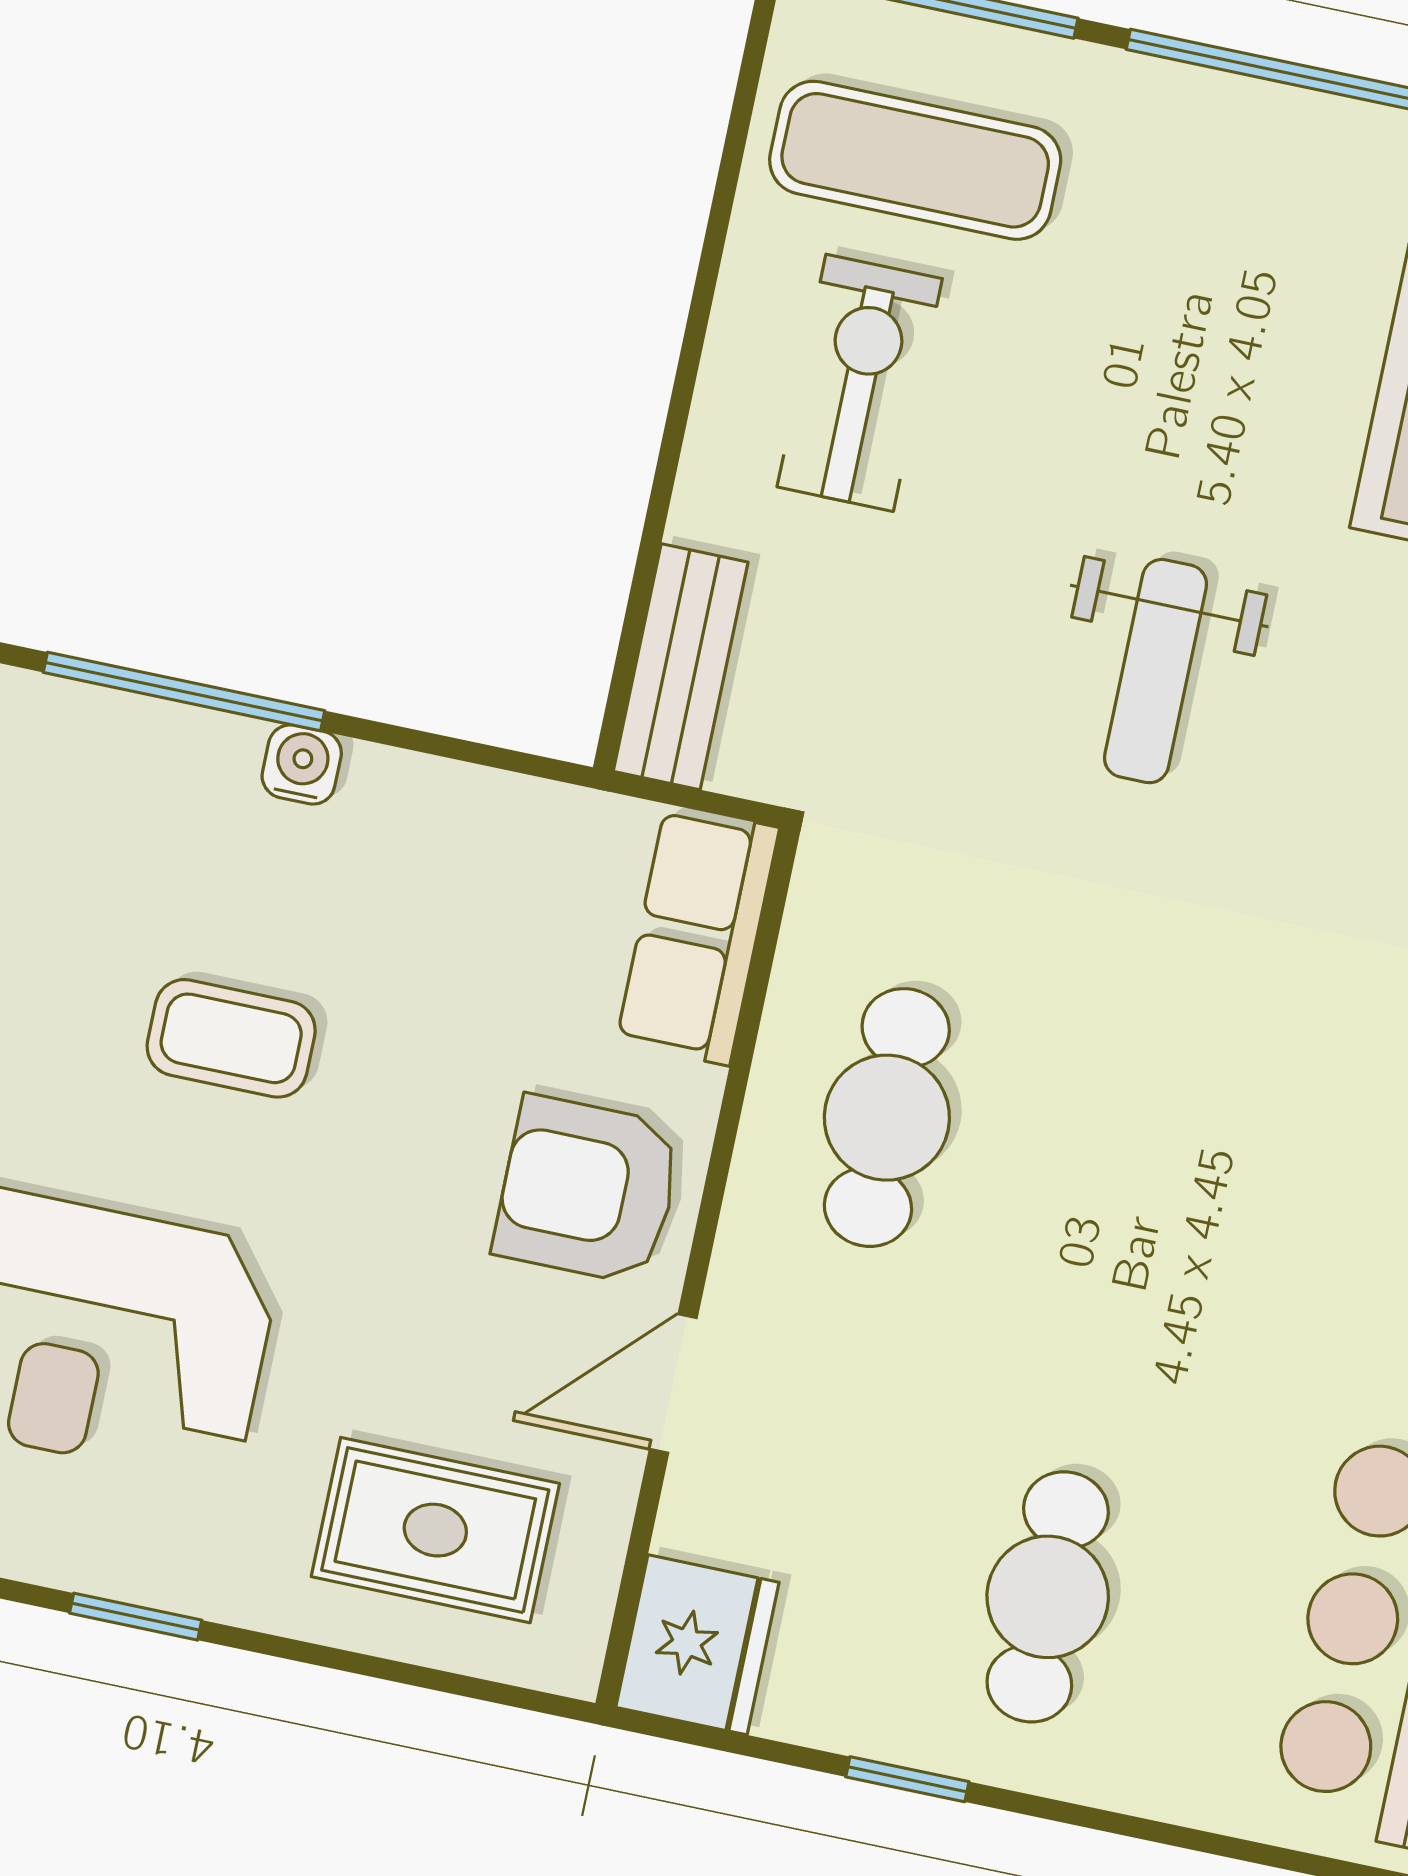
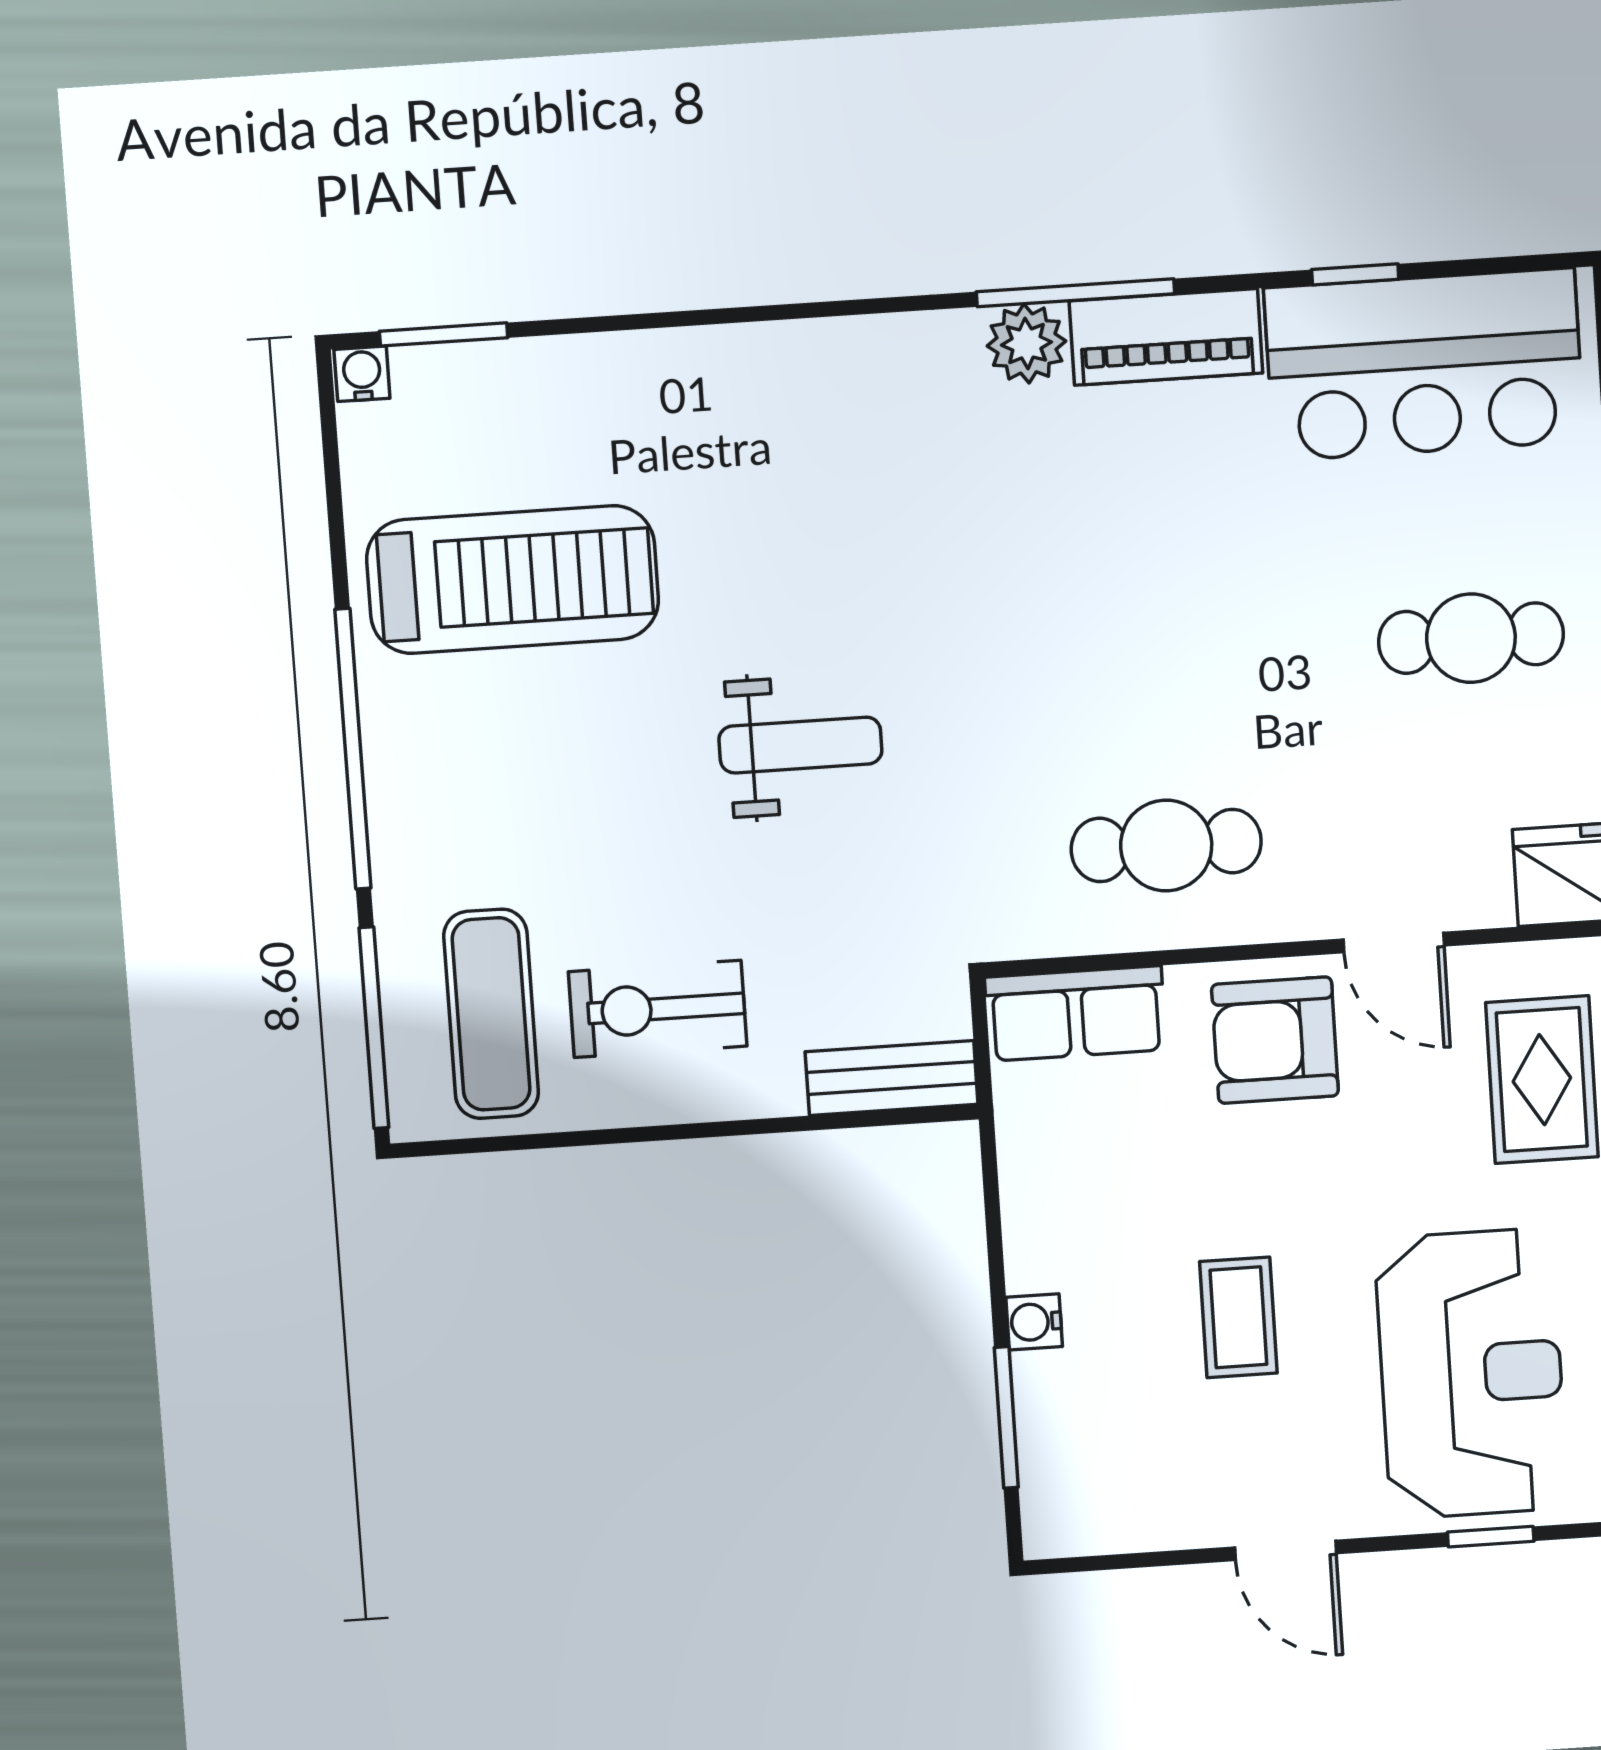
window: (184, 692) -> (1006, 1417), width x0.69
armchair: (588, 1190) -> (1275, 1040), turned 90

